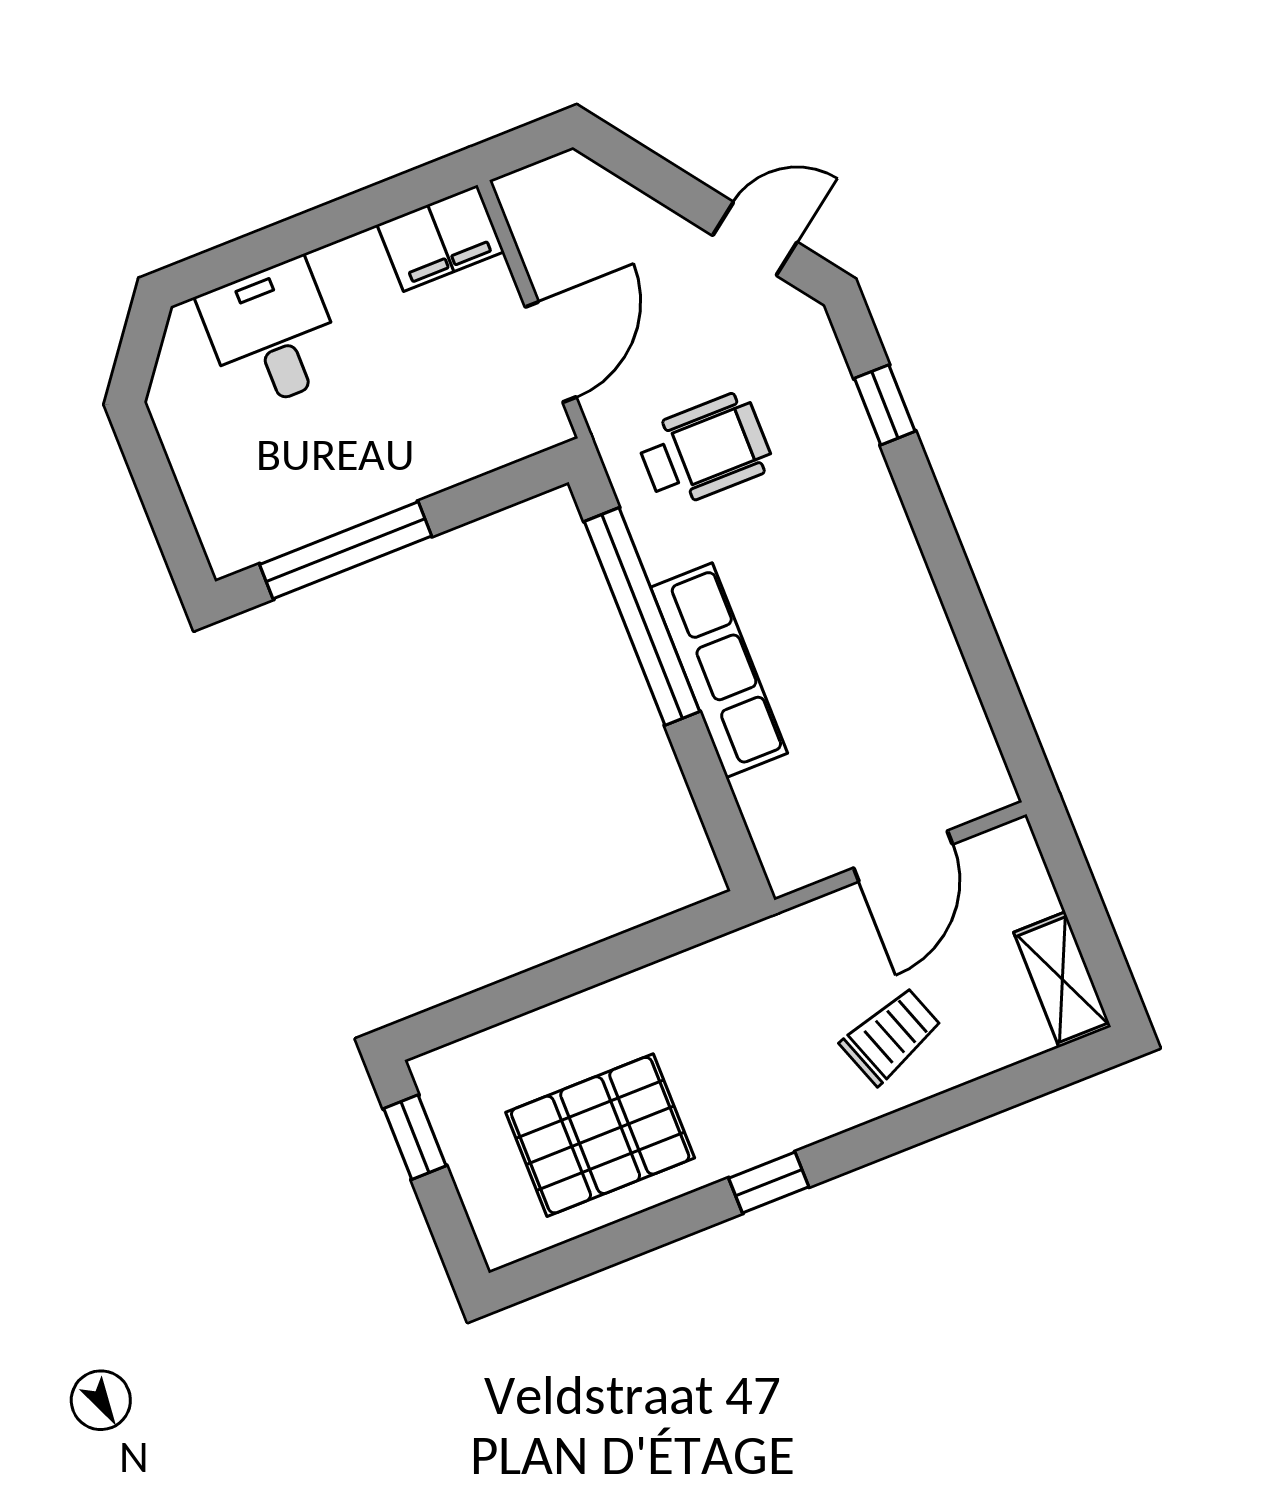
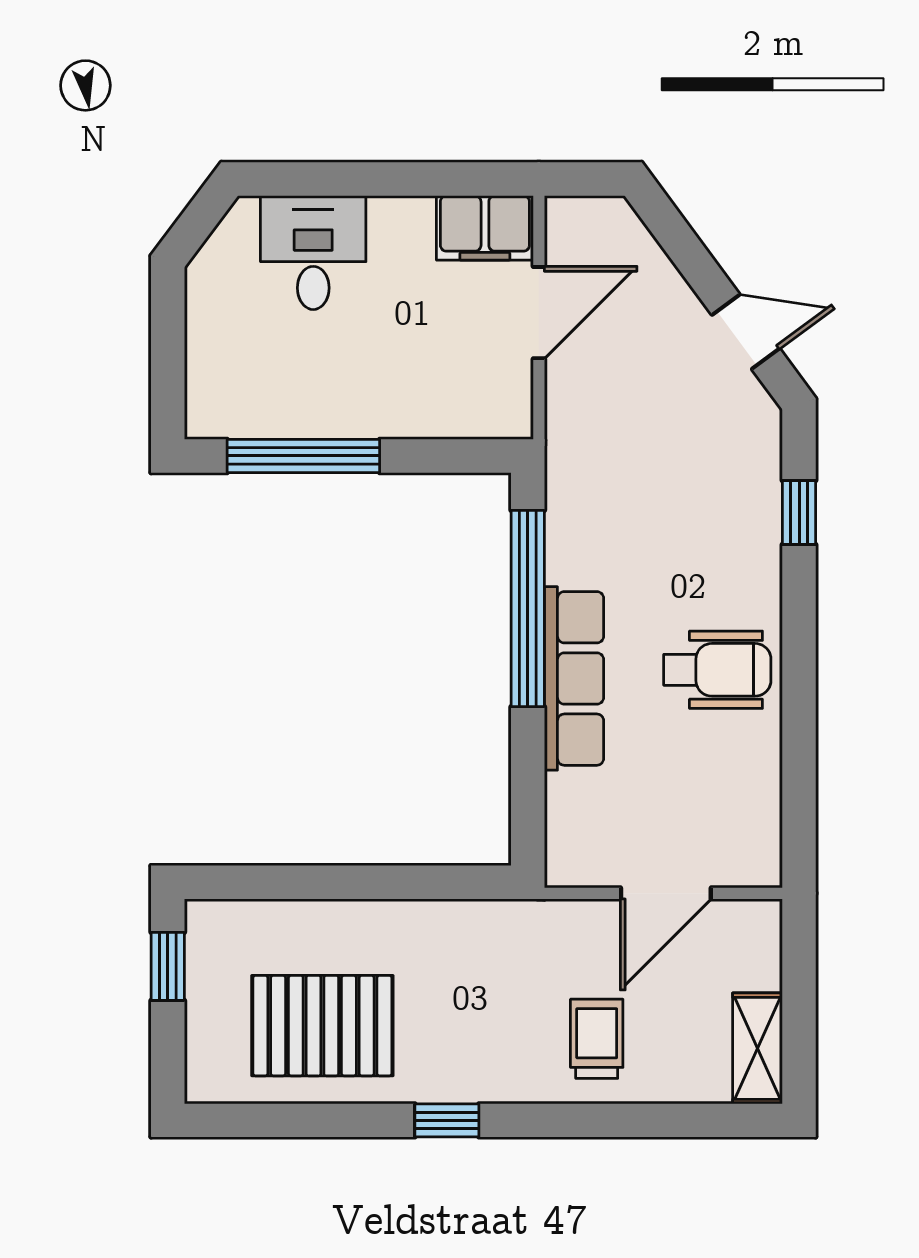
door: (551, 352) -> (539, 313), moved
wheelchair: (705, 450) -> (717, 670), moved
trolley: (891, 1036) -> (597, 1039), turned -70

